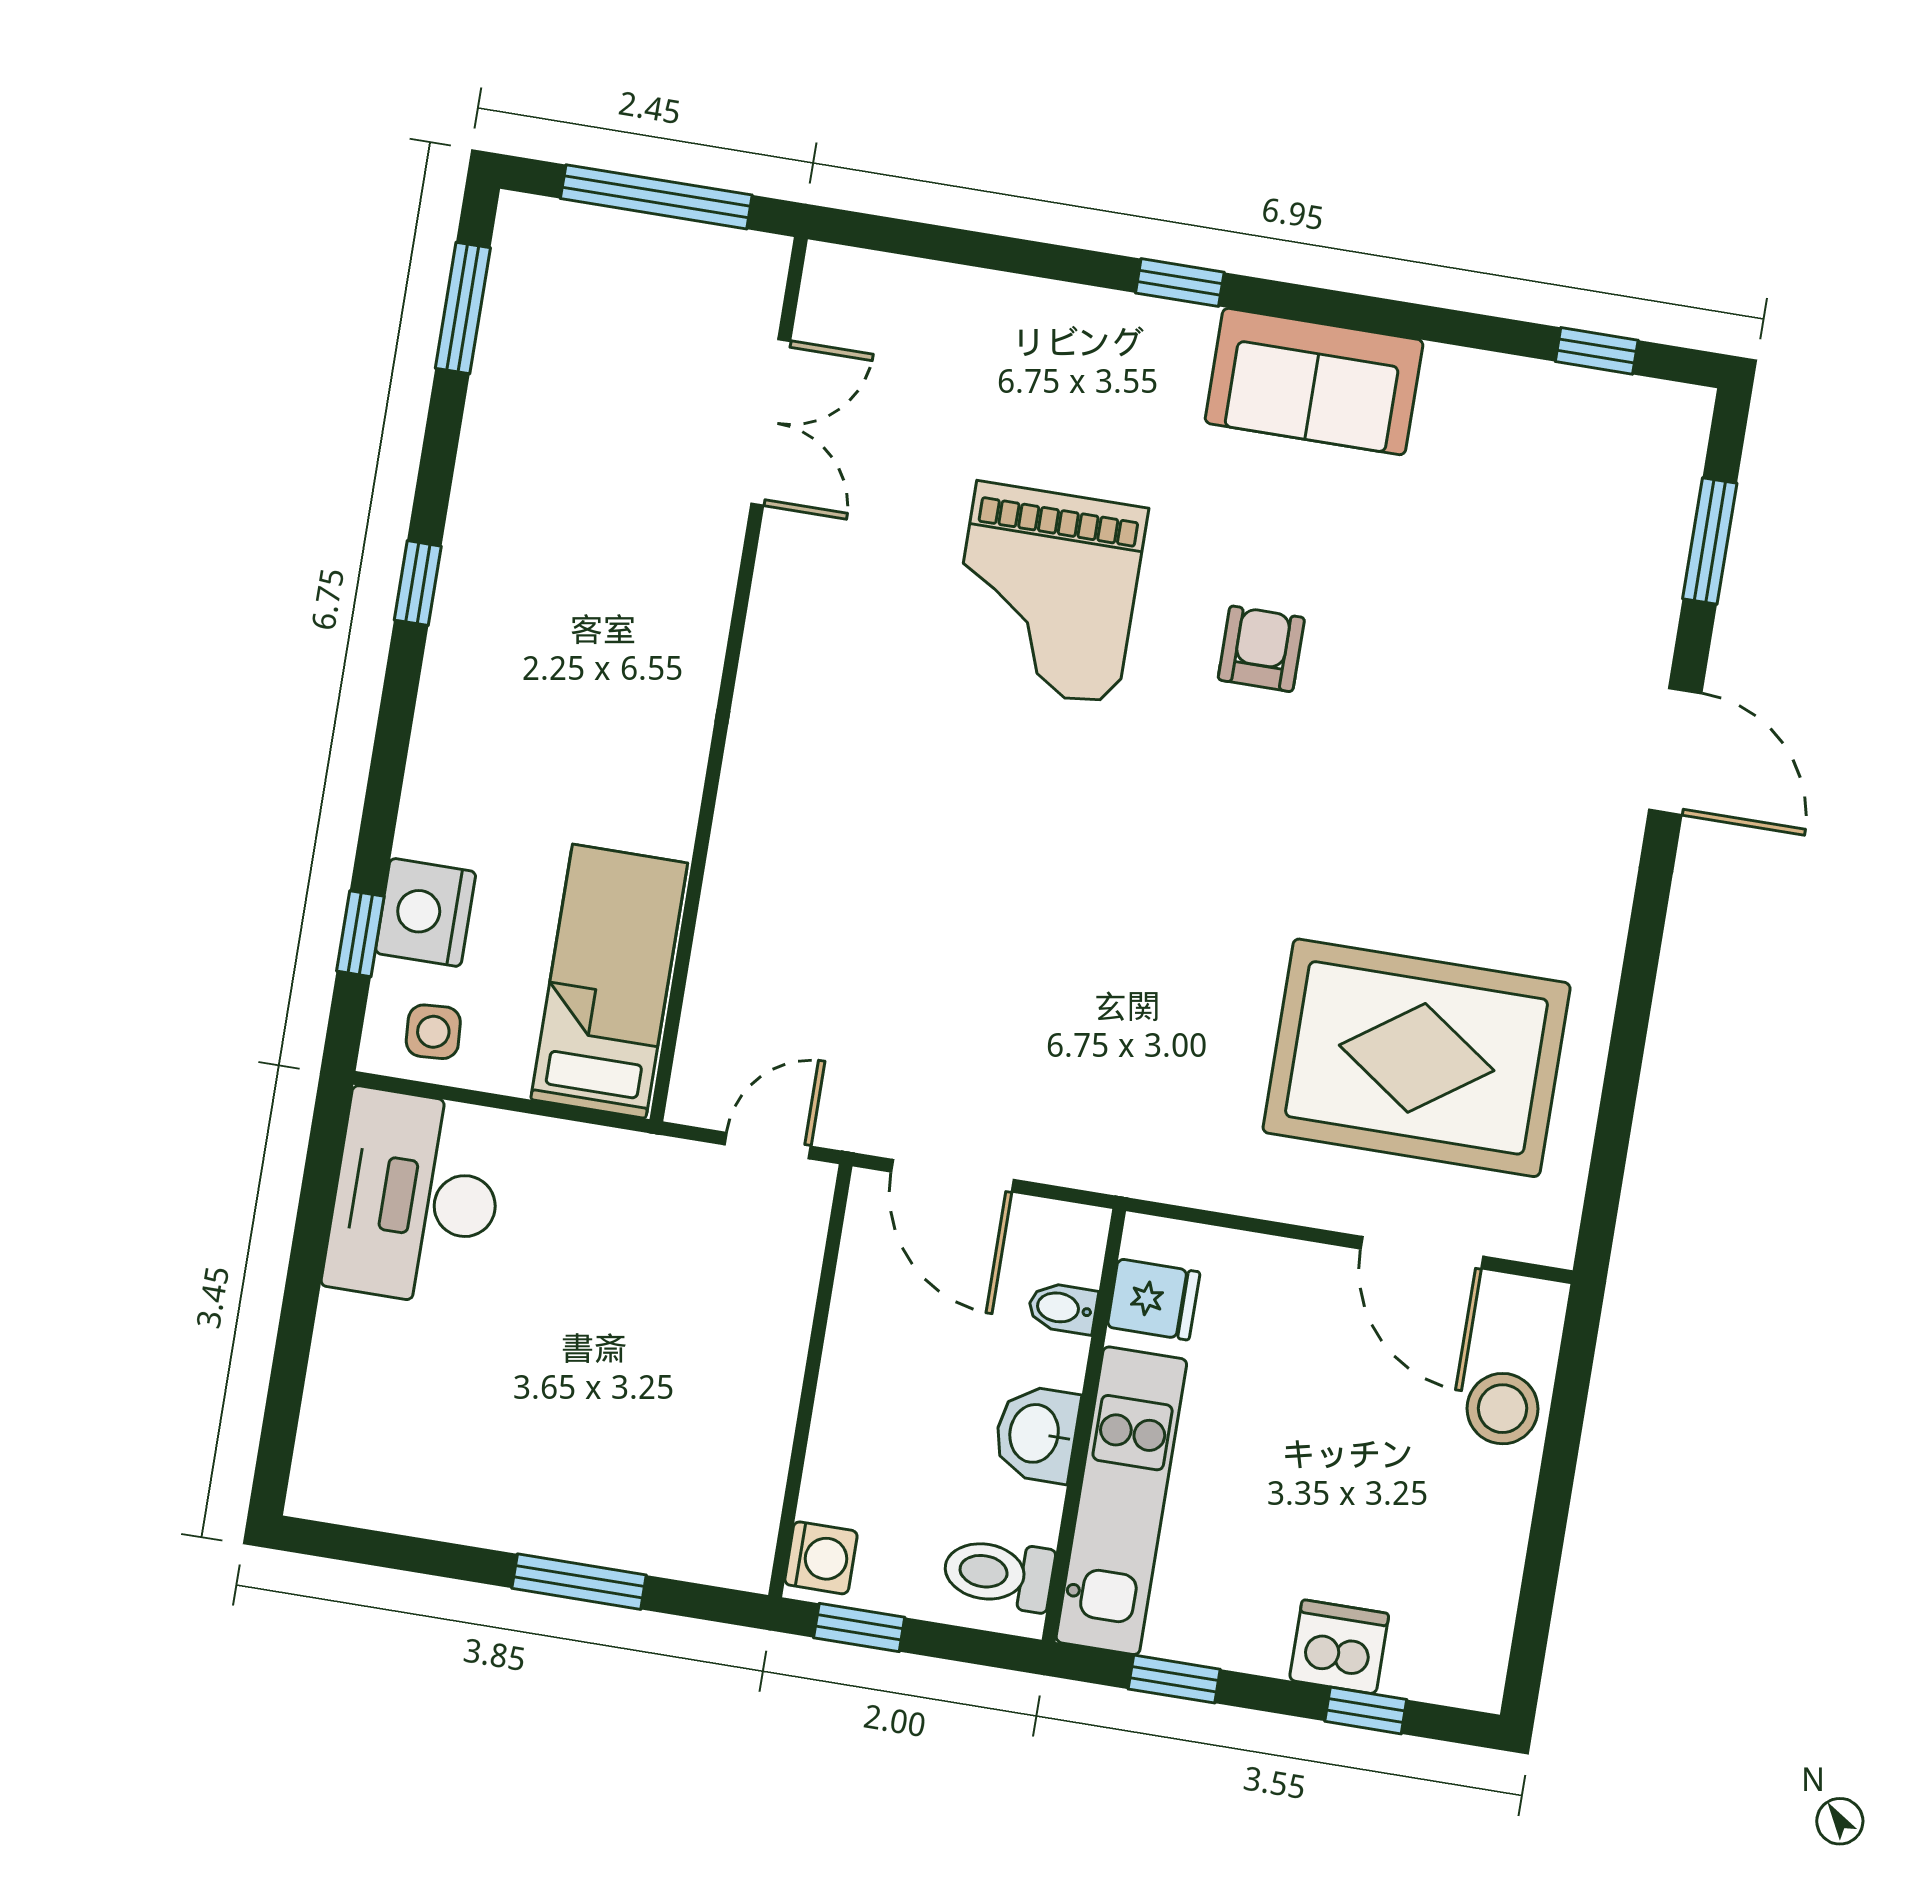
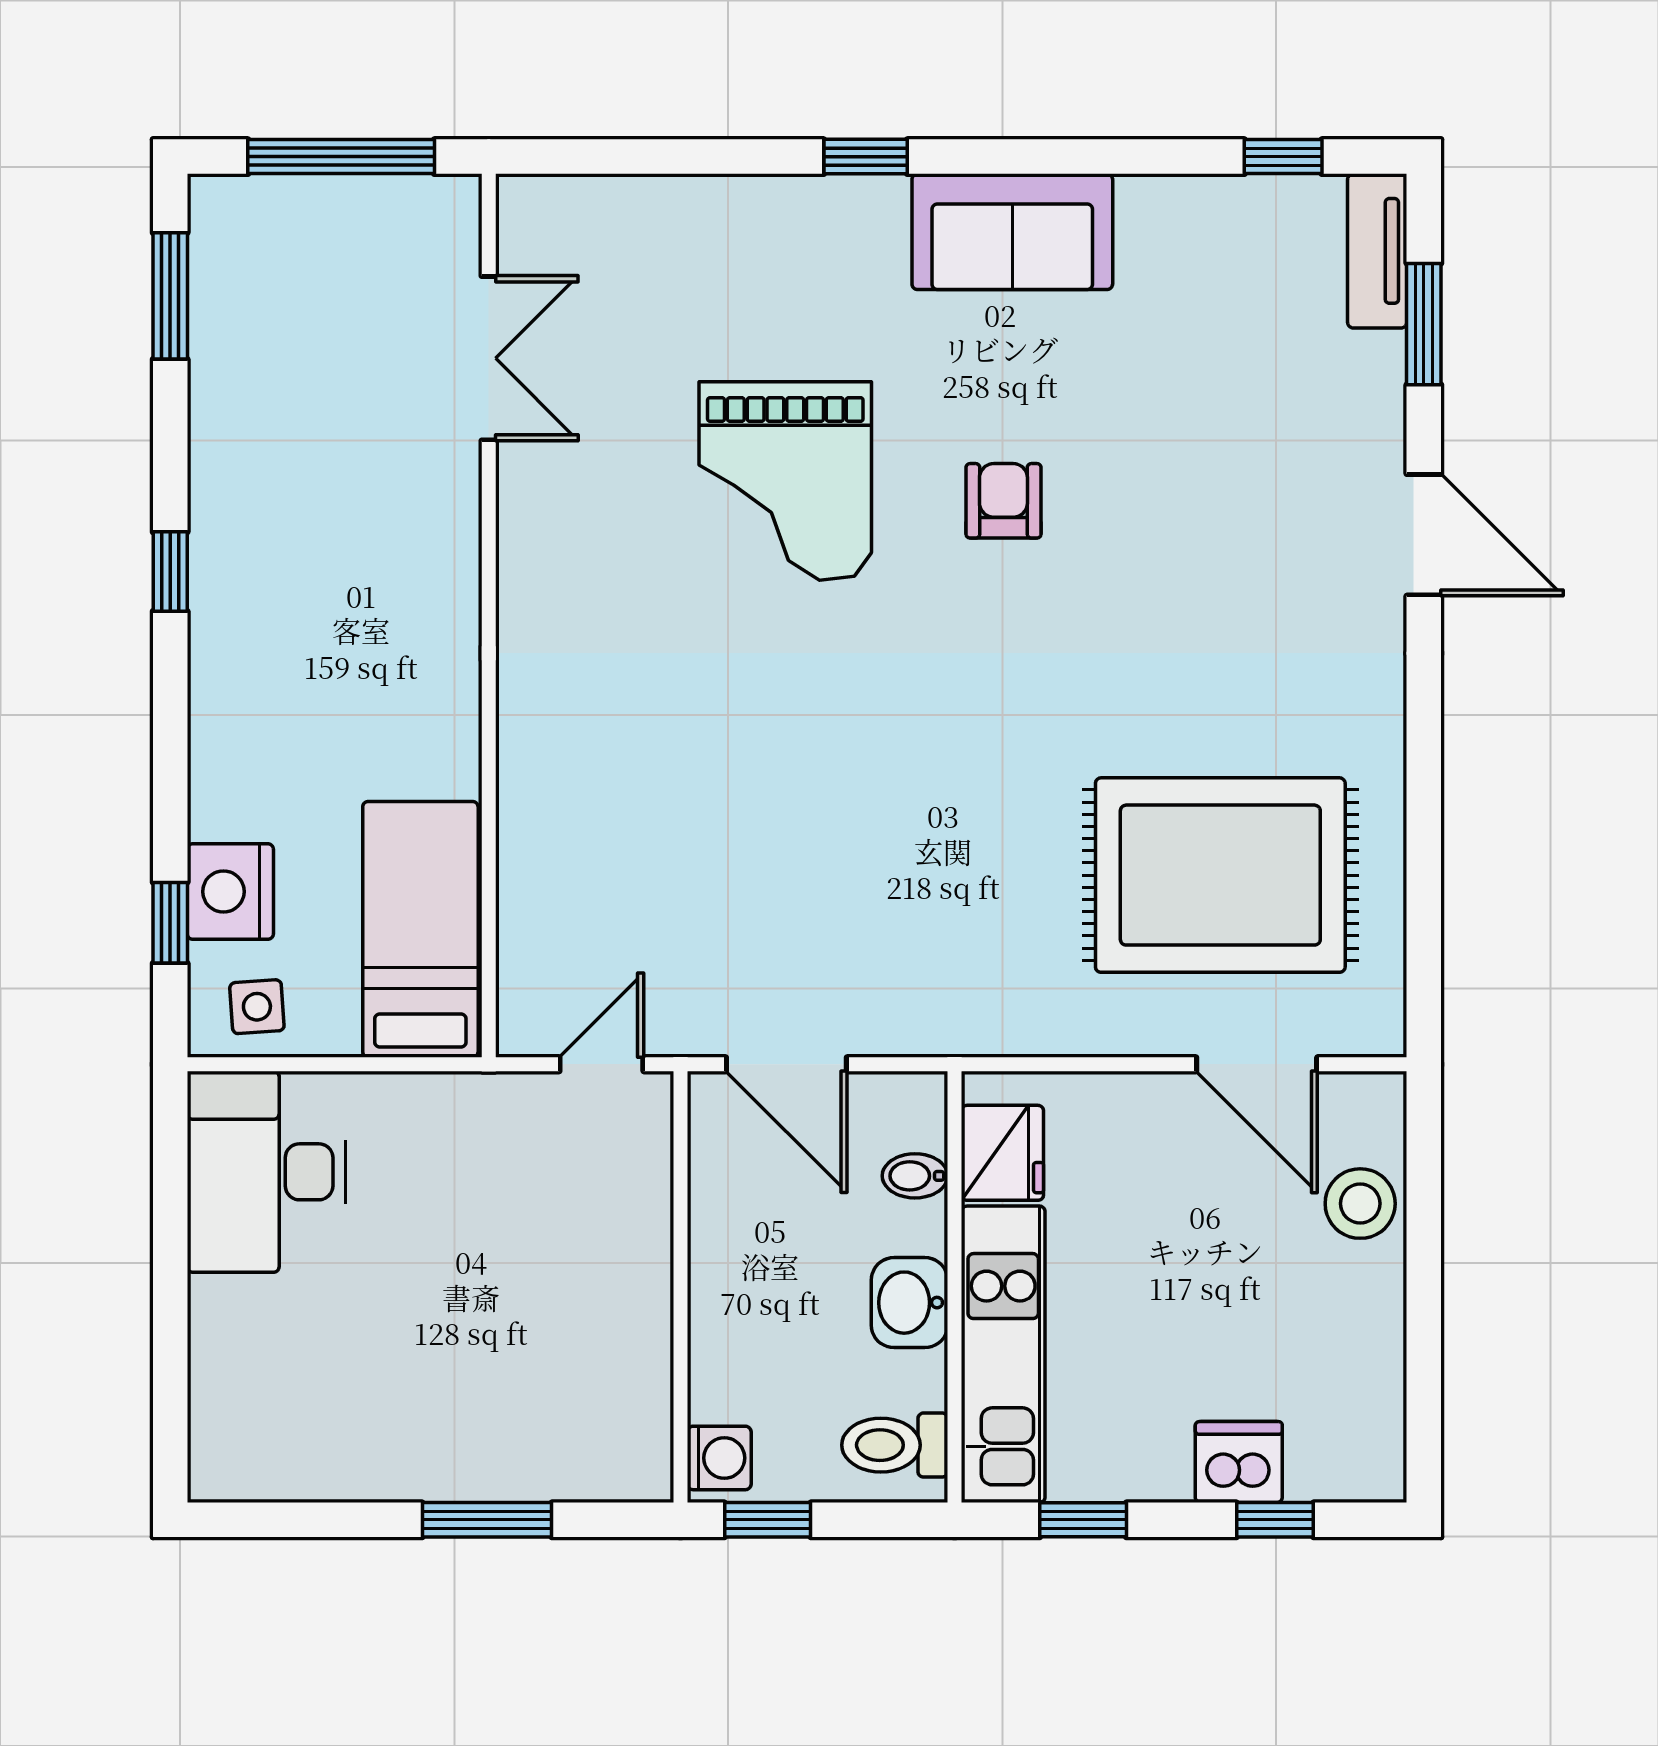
tv unit: (1675, 460) -> (1377, 251), added
fridge: (1154, 1299) -> (1002, 1153), width x1.38

